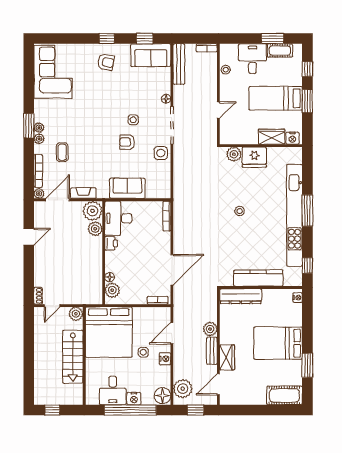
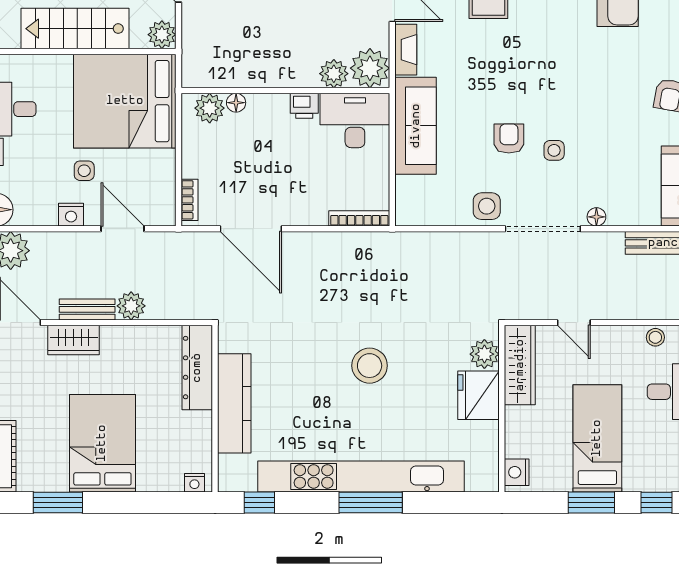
wardrobe: (272, 137) -> (520, 365), moved, width x1.50
sofa: (127, 188) -> (416, 126), width x1.36
stool: (240, 211) -> (370, 366), width x1.89, depth x1.89

